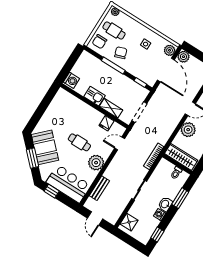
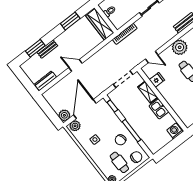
plant: (188, 130) -> (84, 47), removed

